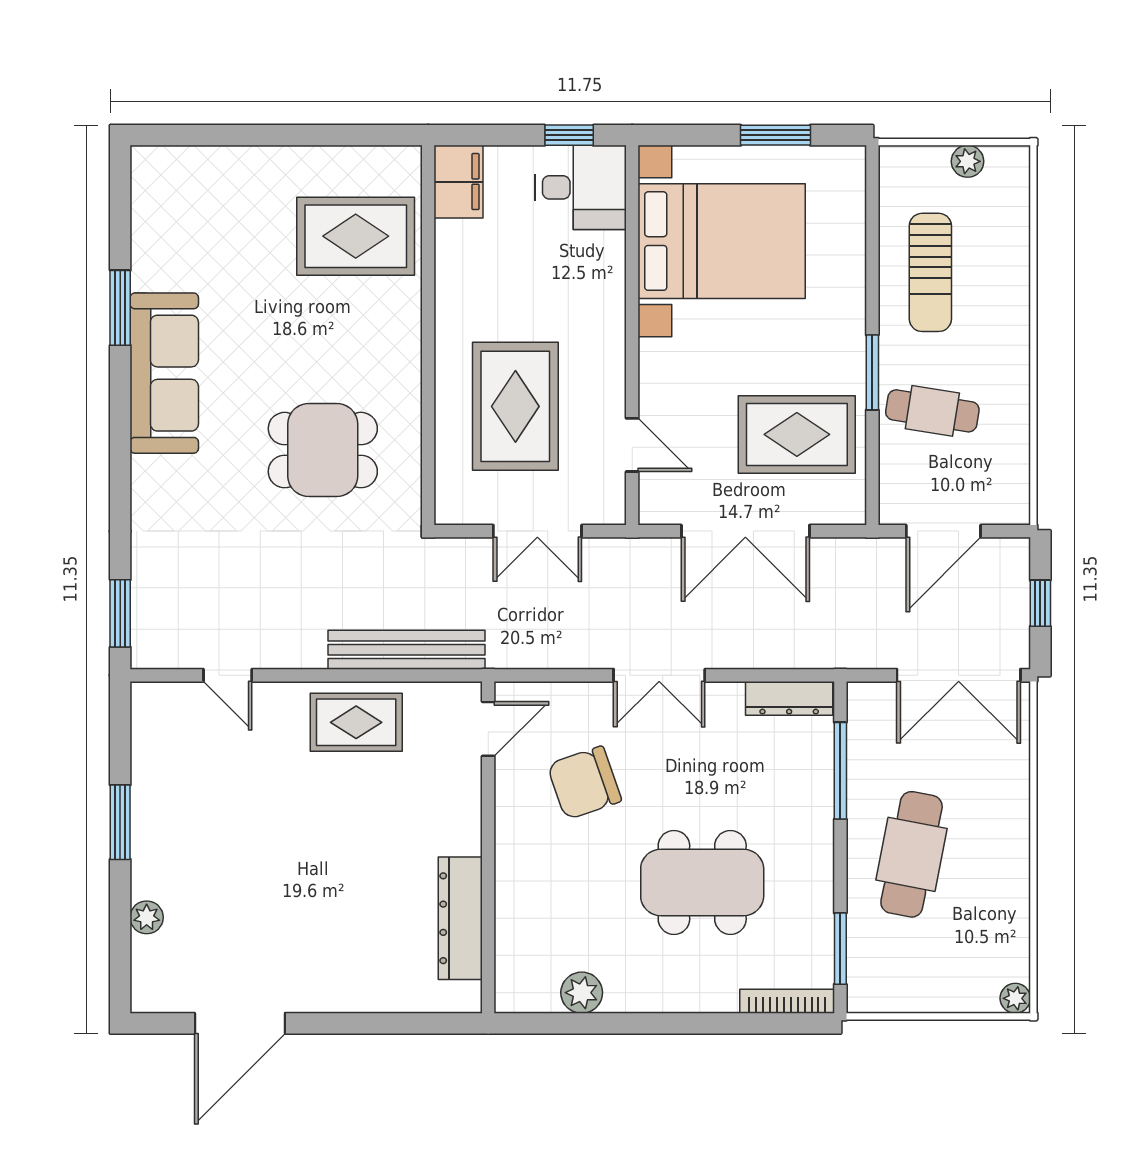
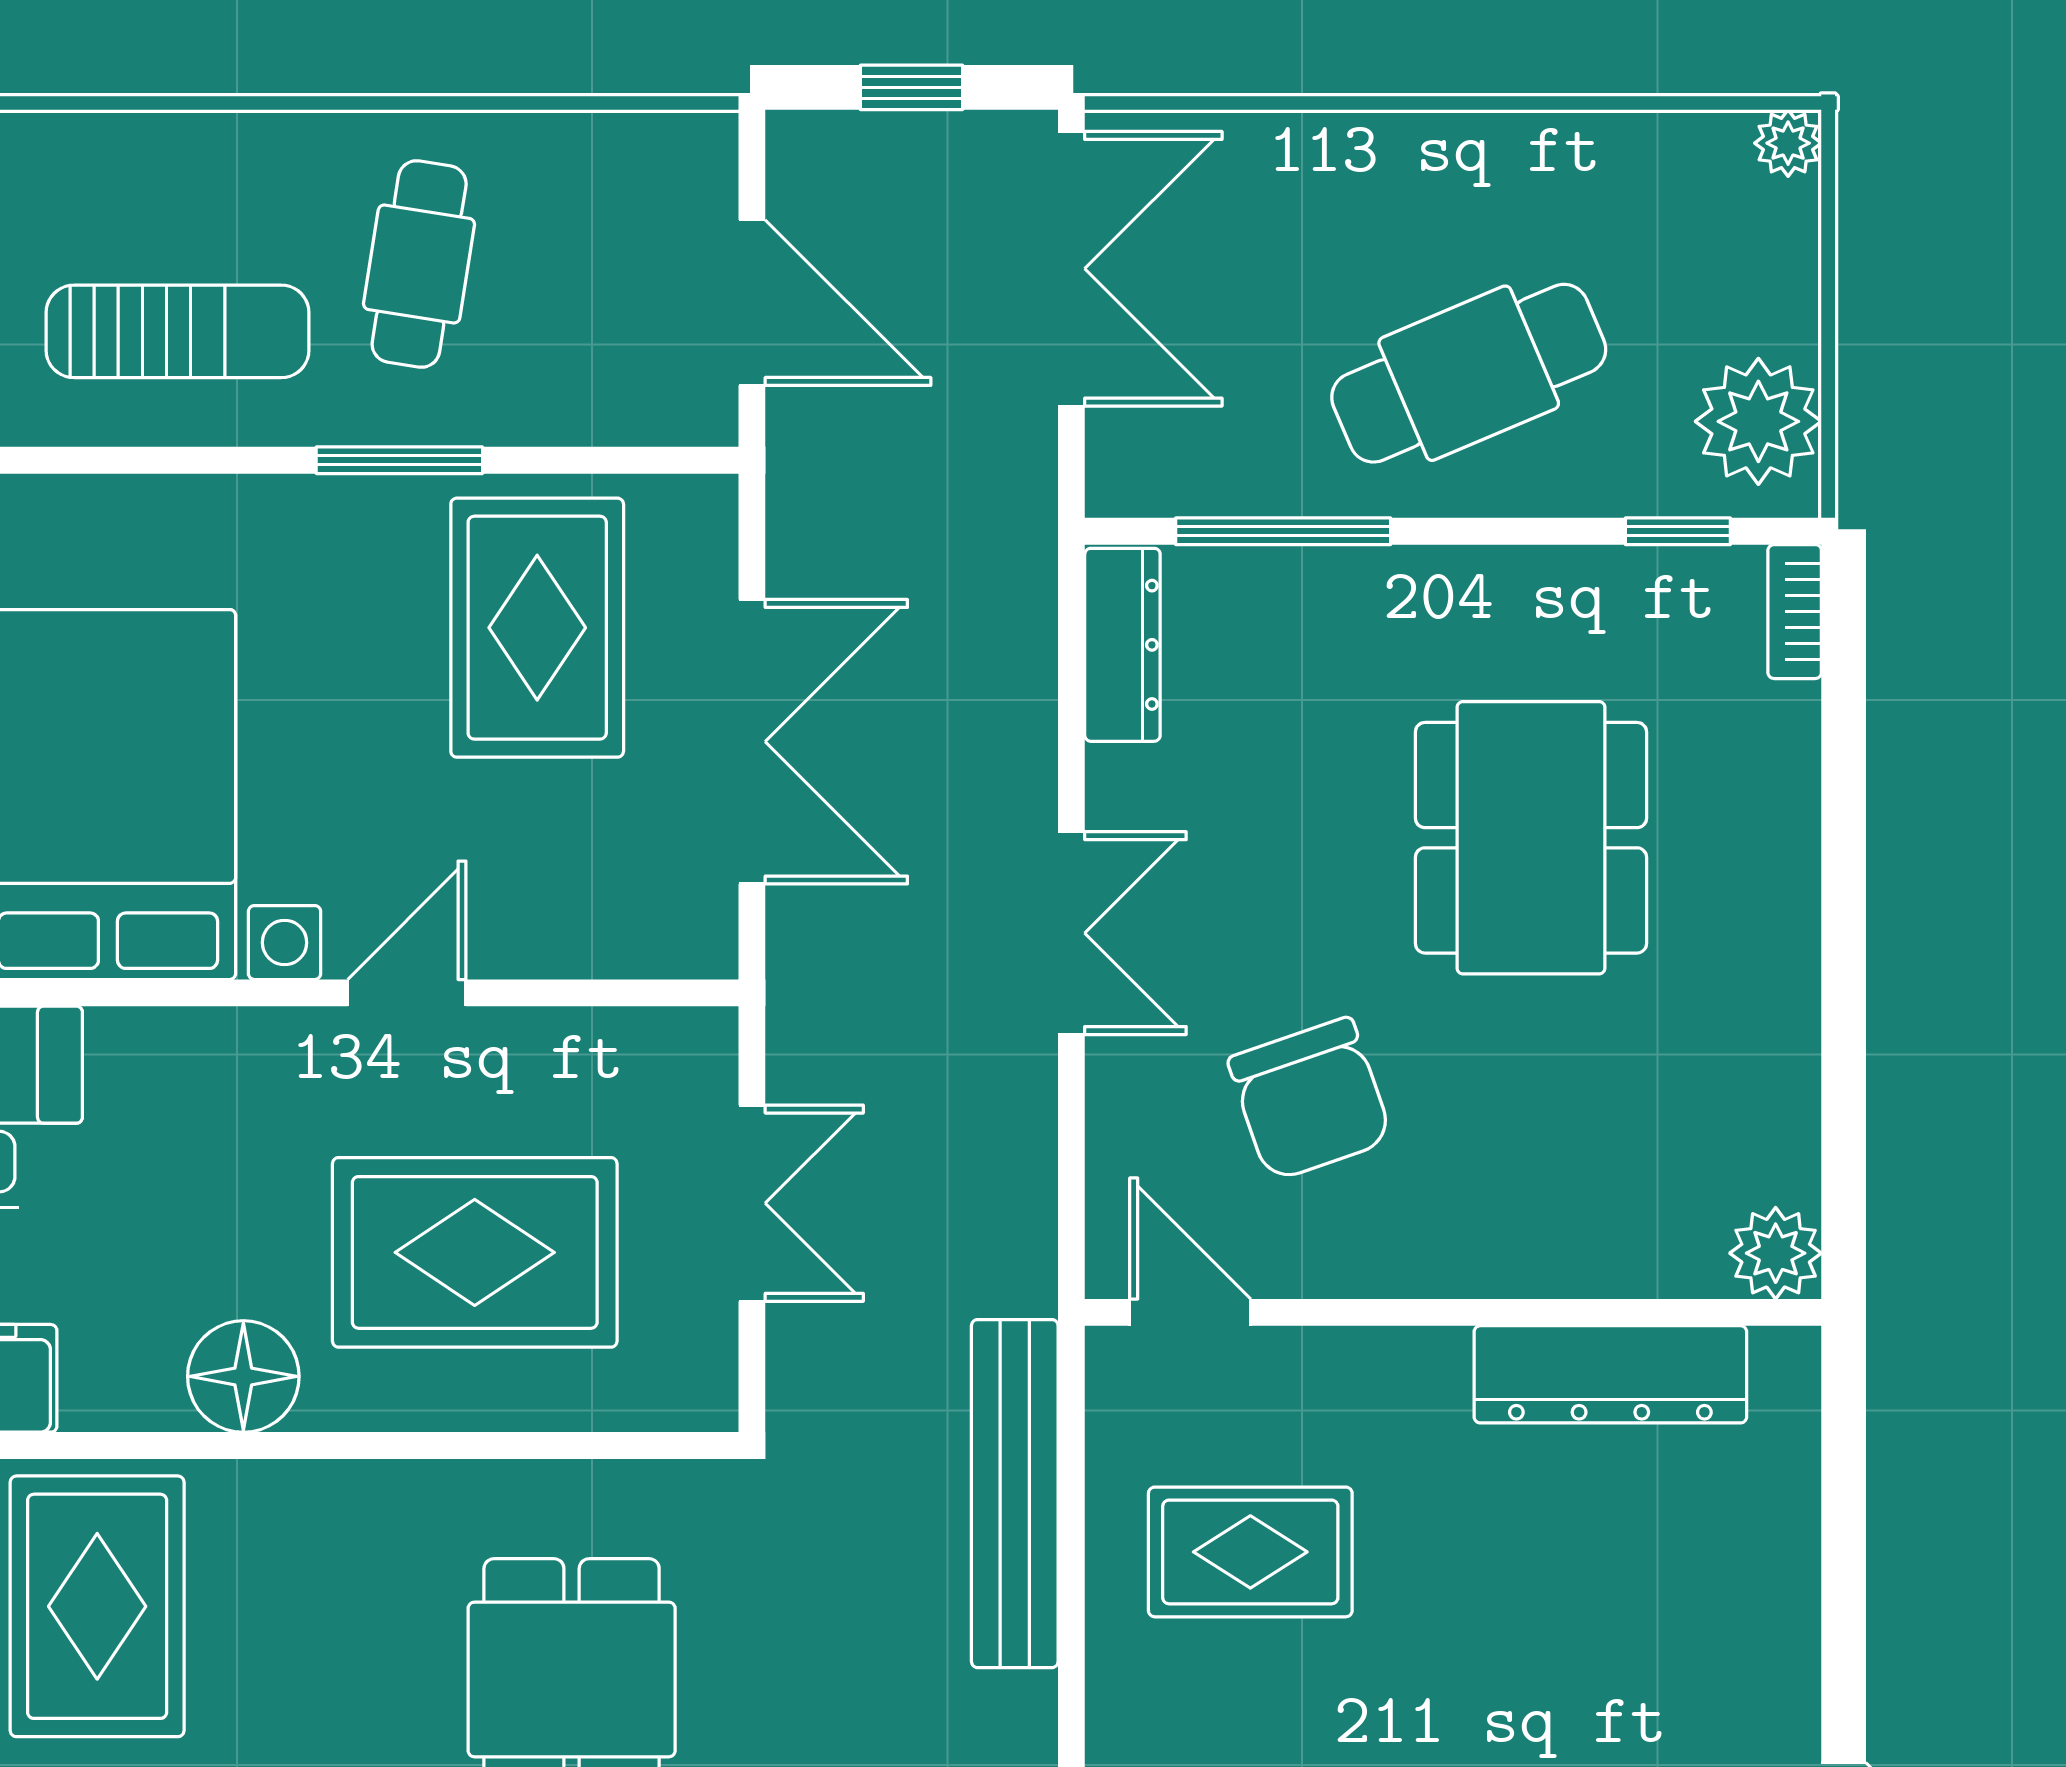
floor lamp: (459, 302) -> (243, 1376), added
cafe table: (932, 411) -> (419, 264), moved
door: (632, 445) -> (407, 993), moved
rug: (356, 722) -> (1250, 1552), moved, turned 90
cafe table: (912, 854) -> (1469, 373), turned -34
window: (840, 949) -> (1678, 531), width x0.67
plant: (890, 985) -> (1758, 421), added
plant: (582, 993) -> (1776, 1253), moved
bookcase: (787, 1001) -> (1795, 612), width x0.64

